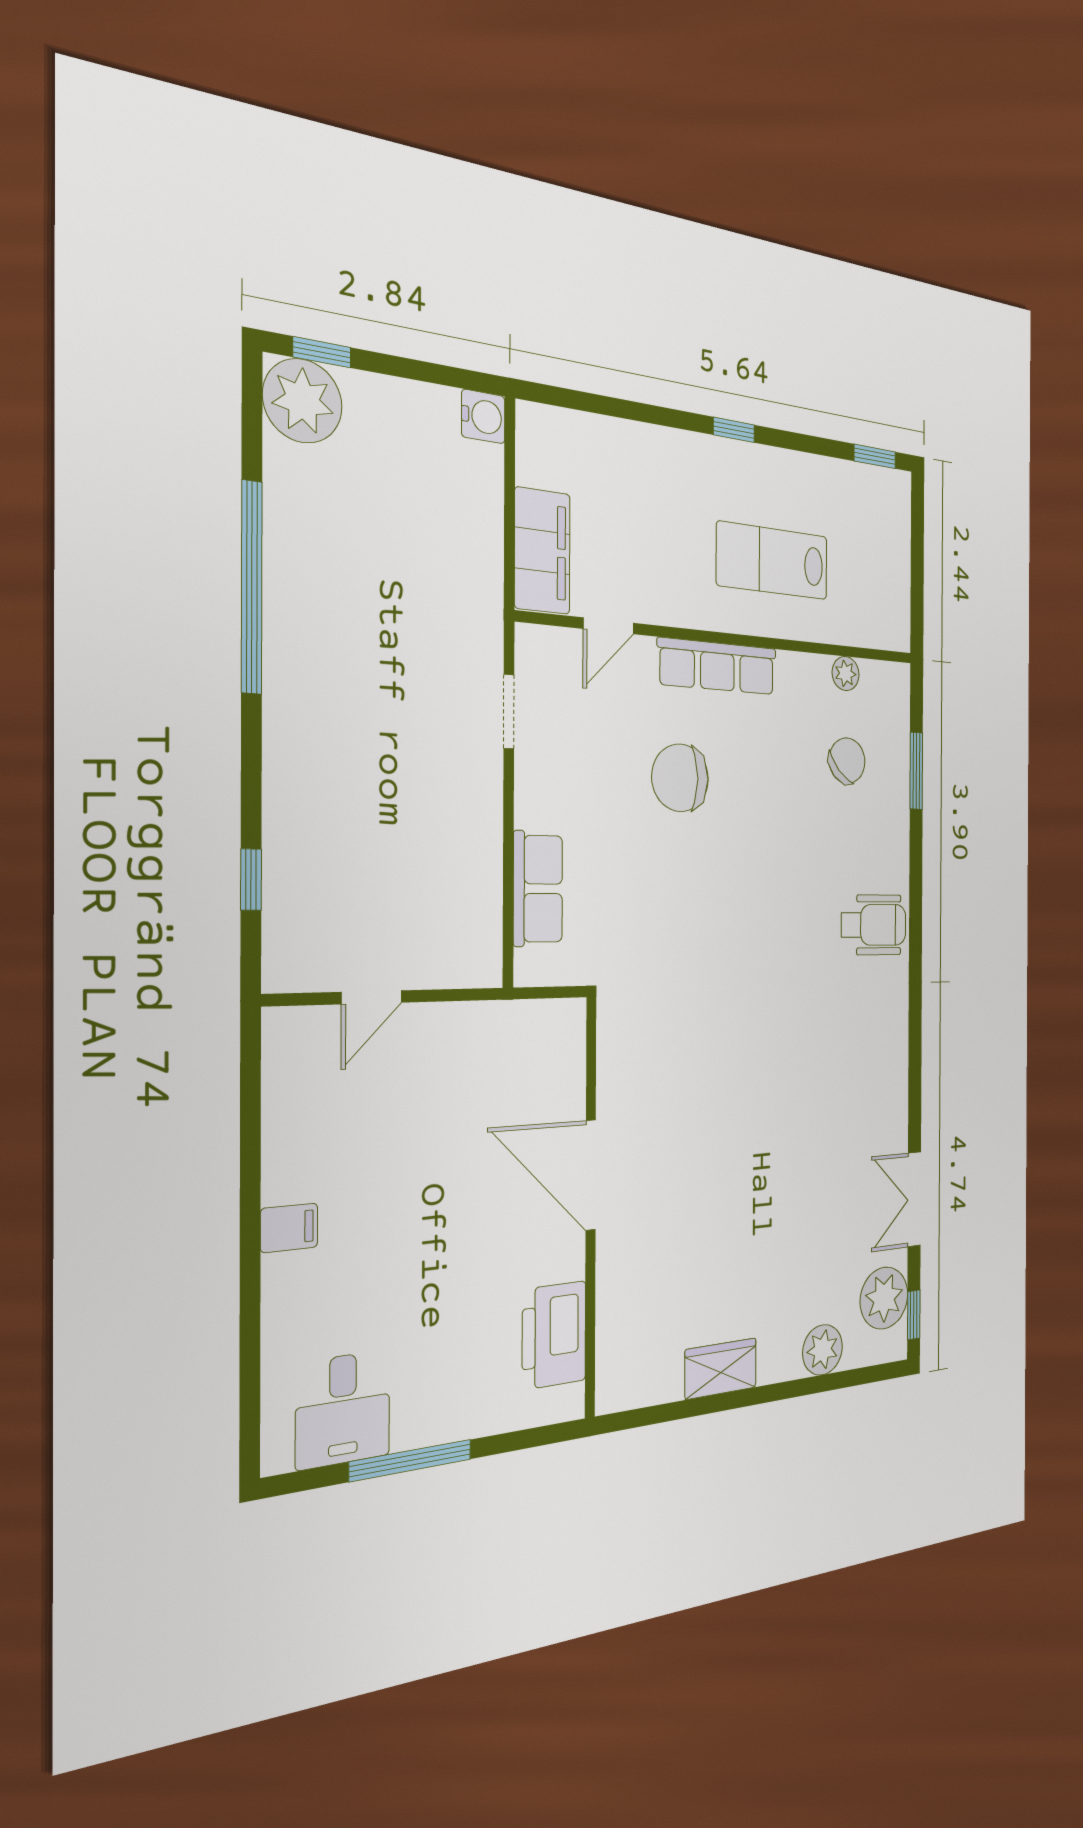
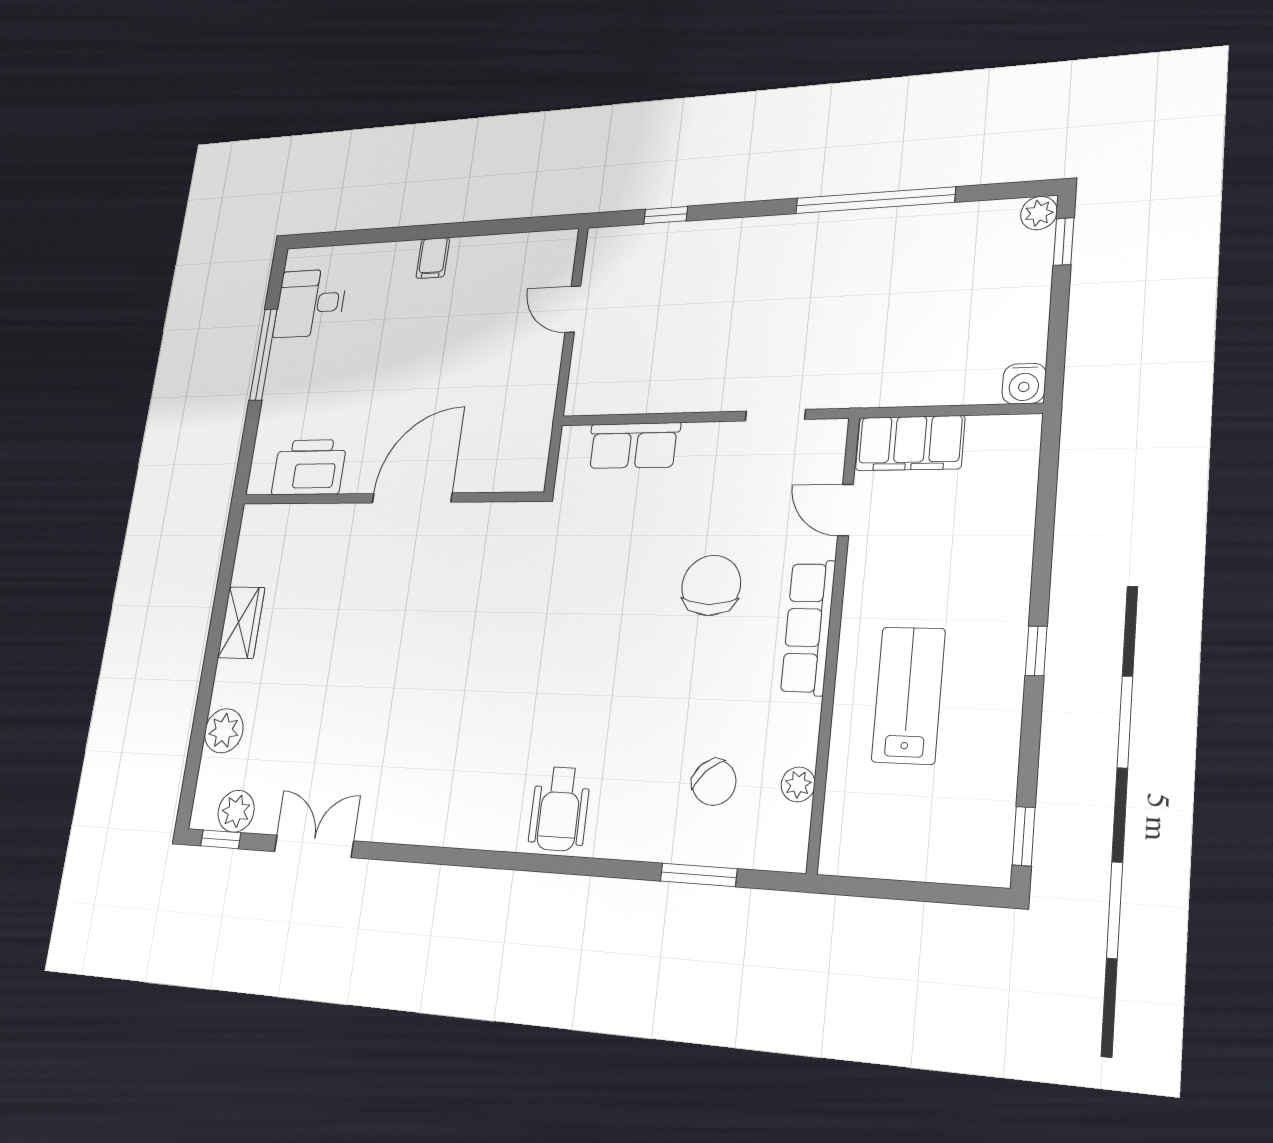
plant: (303, 401) -> (1039, 213), width x0.53, depth x0.53
plant: (884, 1298) -> (236, 811), width x0.73, depth x0.73

